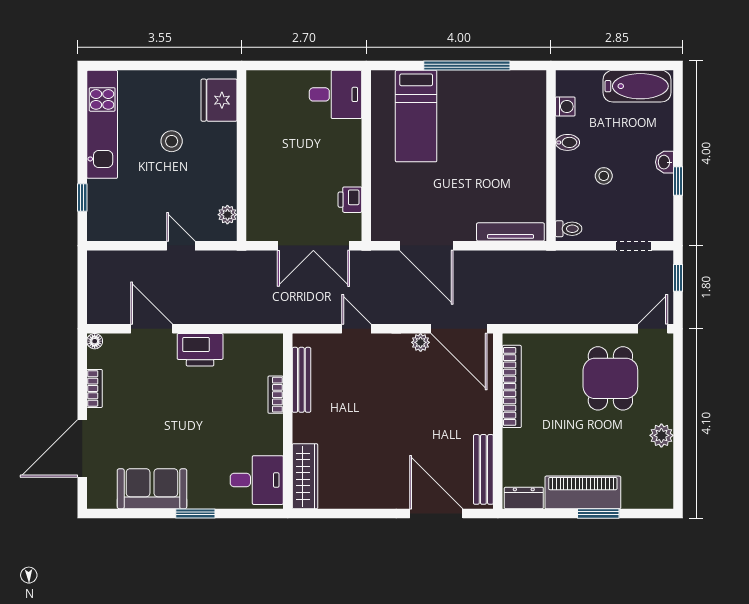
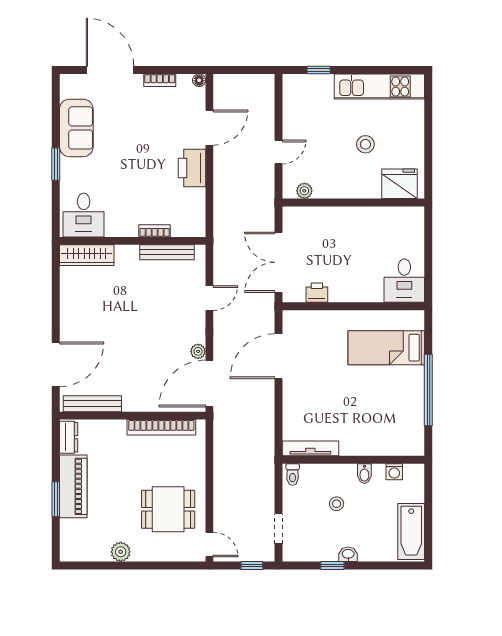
tv unit: (510, 232) -> (310, 448), moved, turned -90

